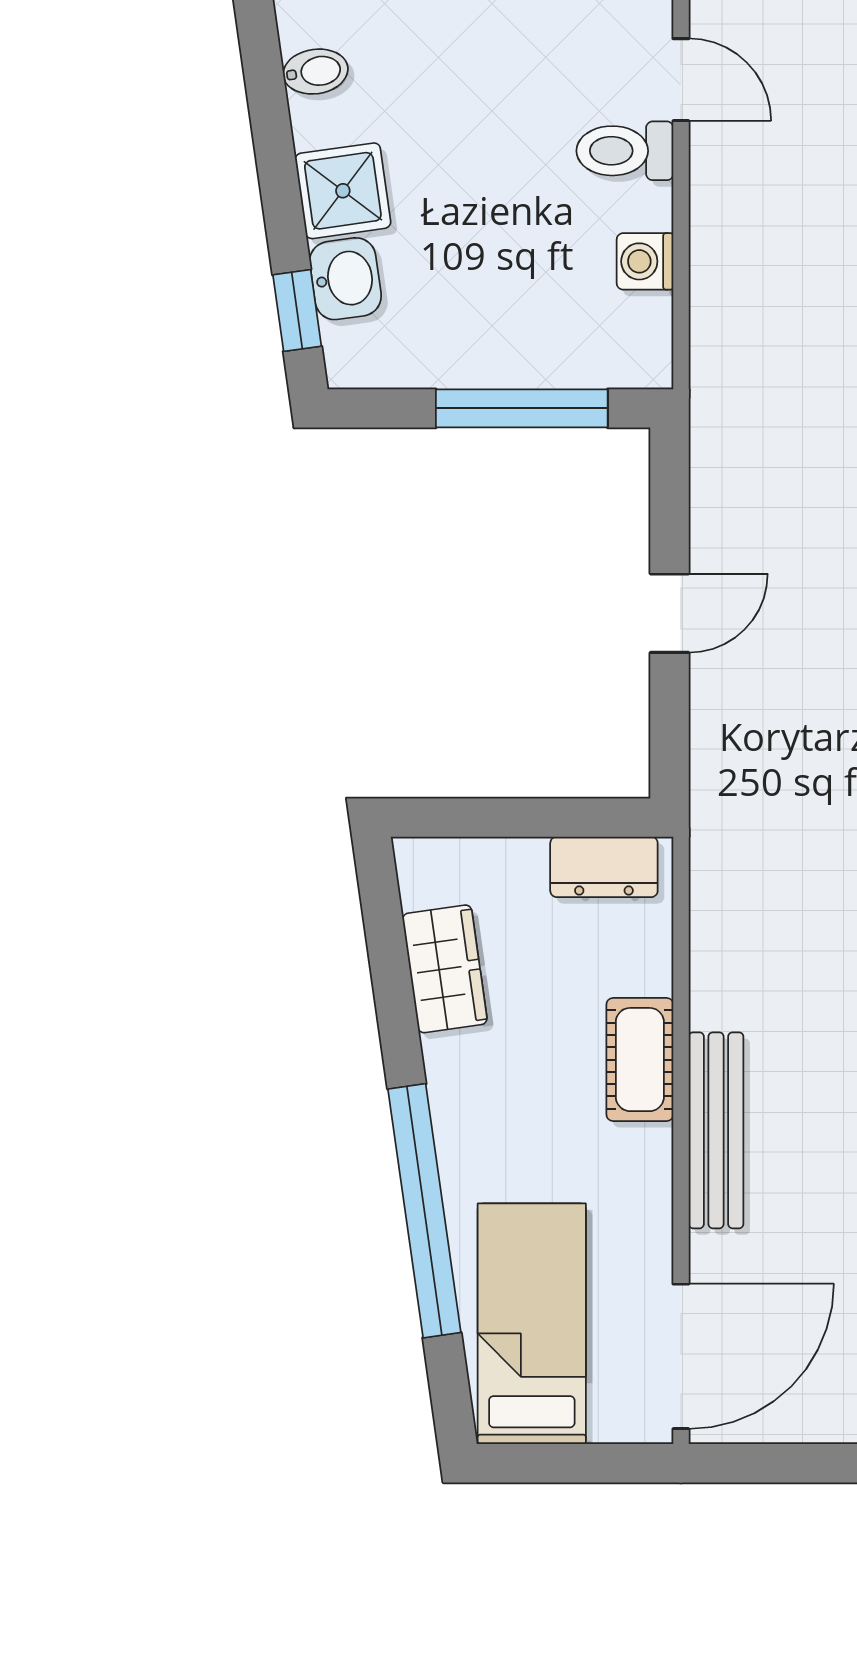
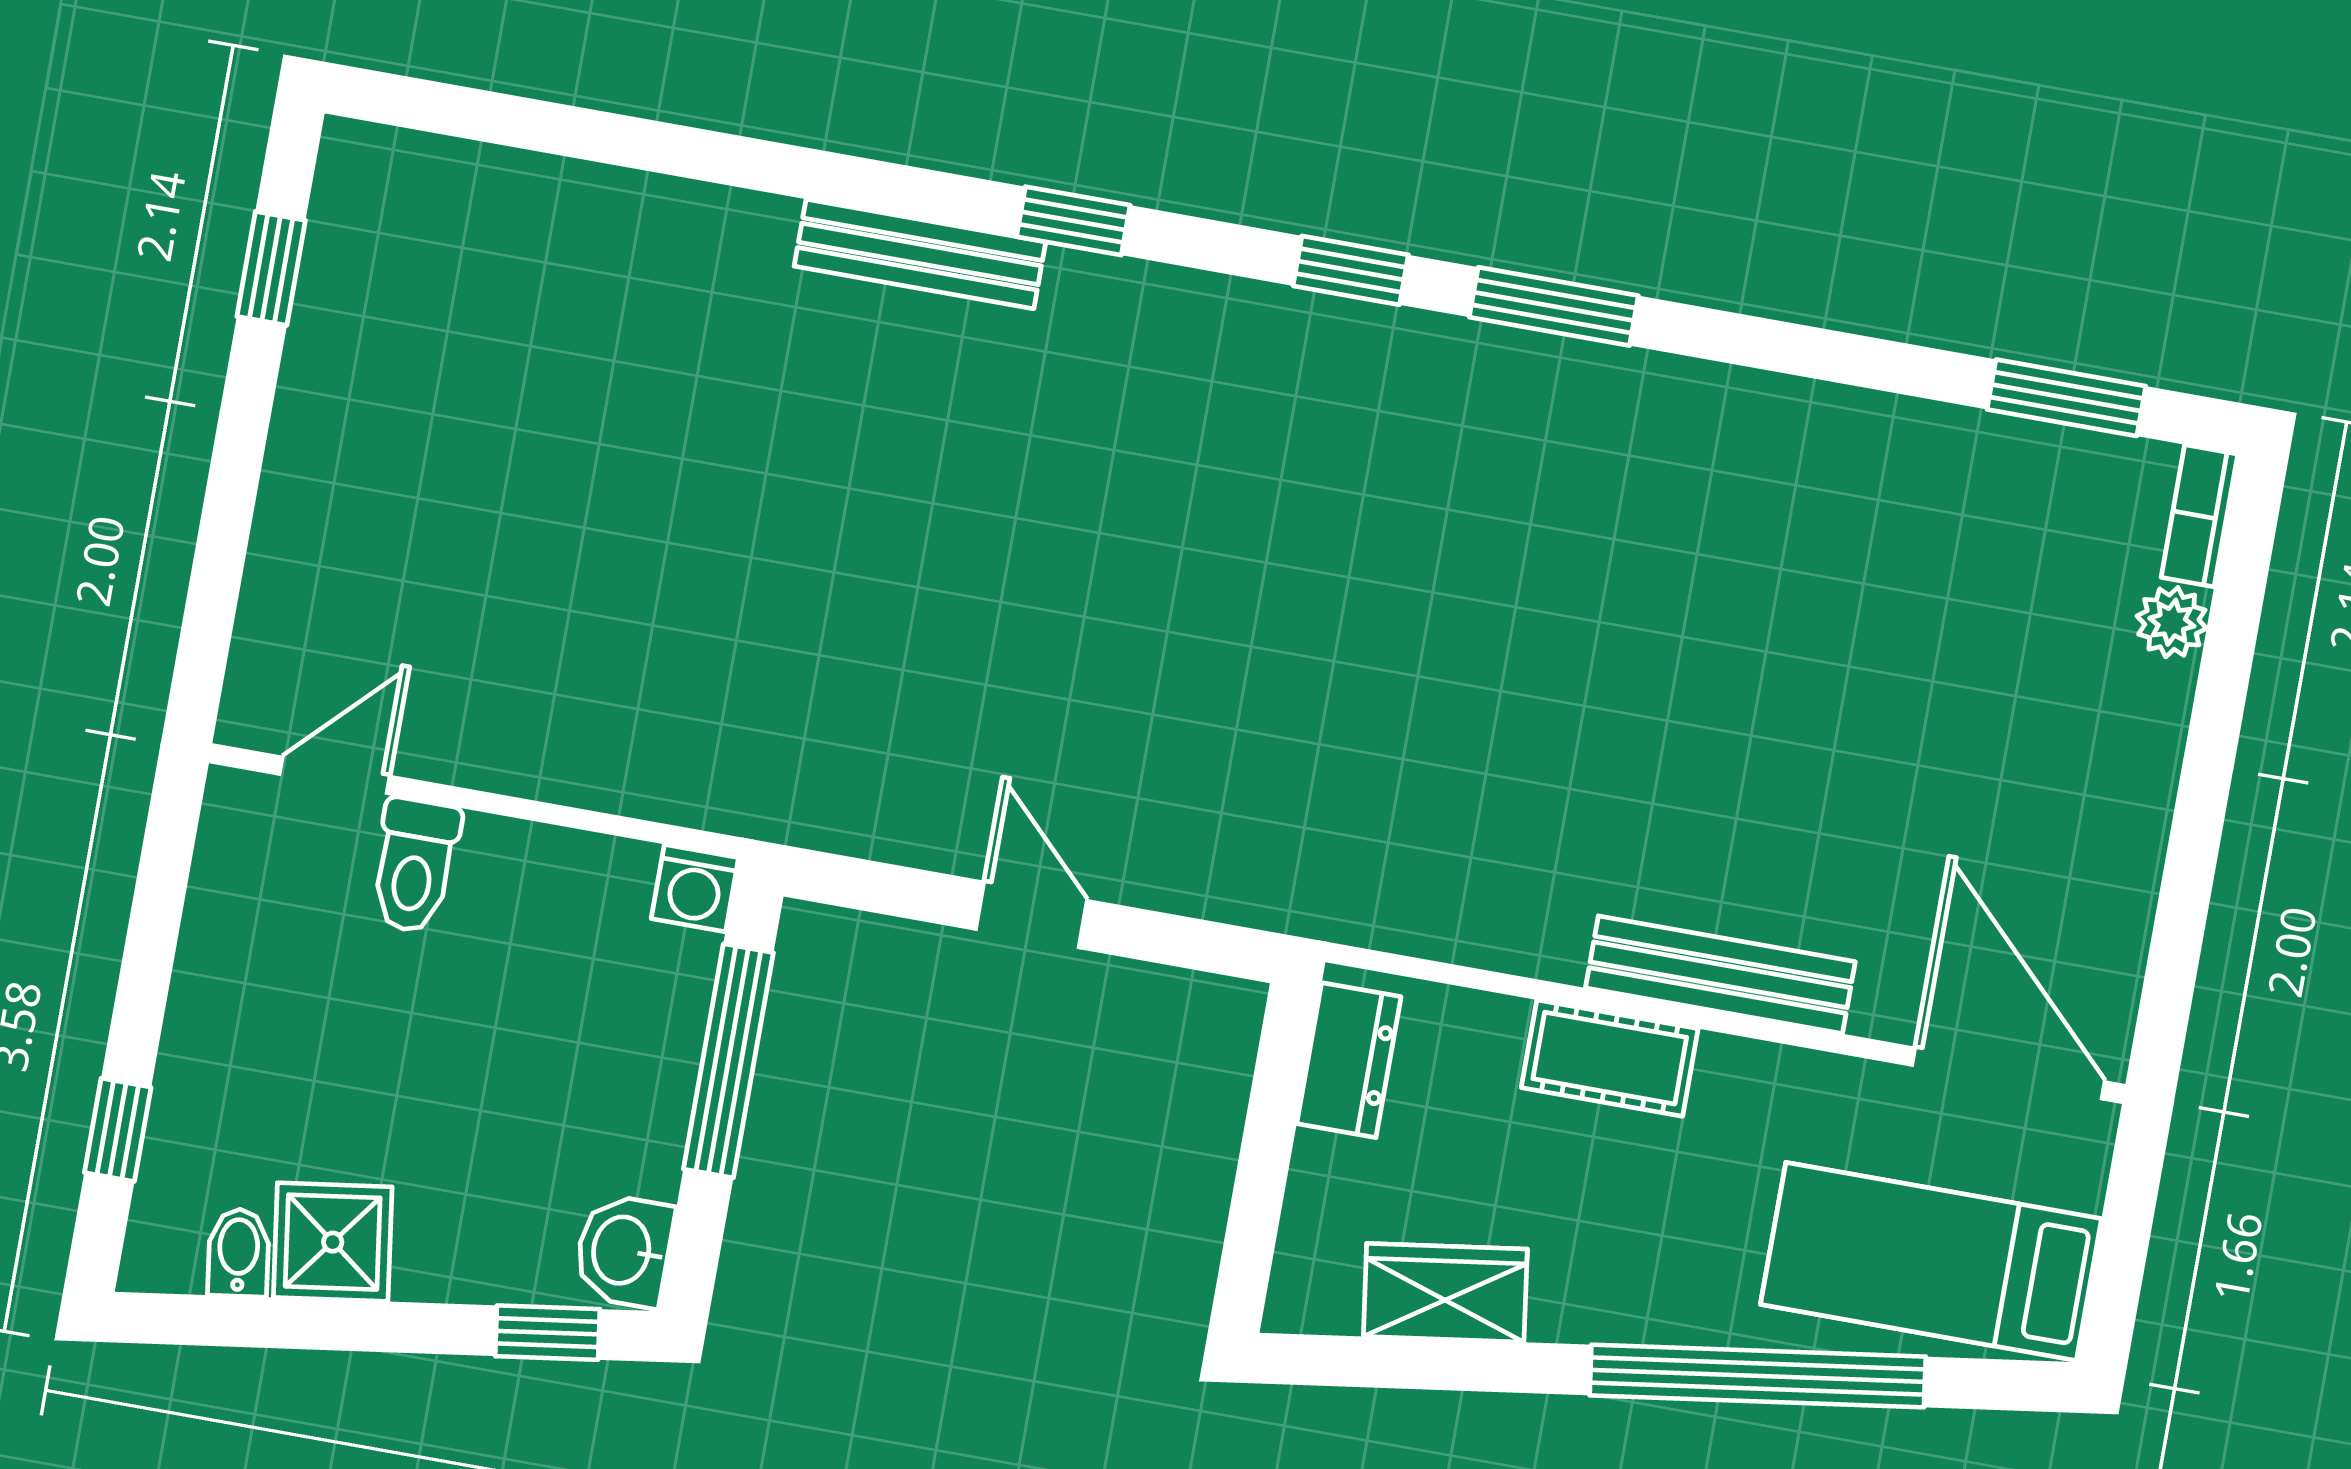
shower: (343, 191) -> (333, 1242), moved
washing machine: (645, 261) -> (695, 888), moved
washbasin: (345, 279) -> (624, 1251), moved, turned -82

